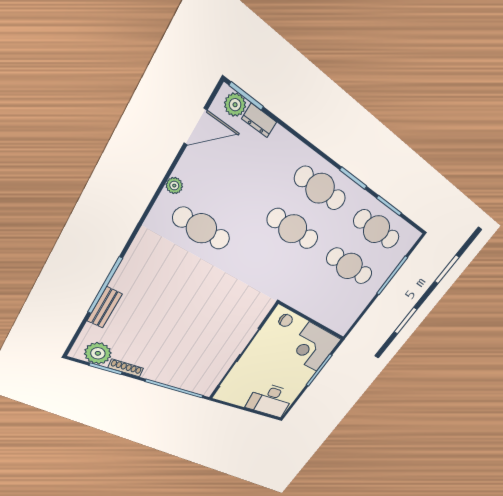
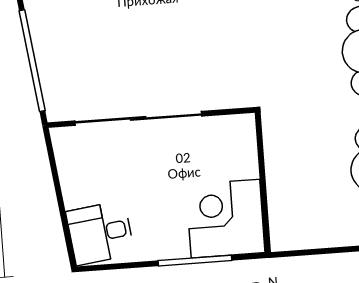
chair: (286, 320) -> (238, 143), removed
desk: (270, 400) -> (100, 233), width x0.73

